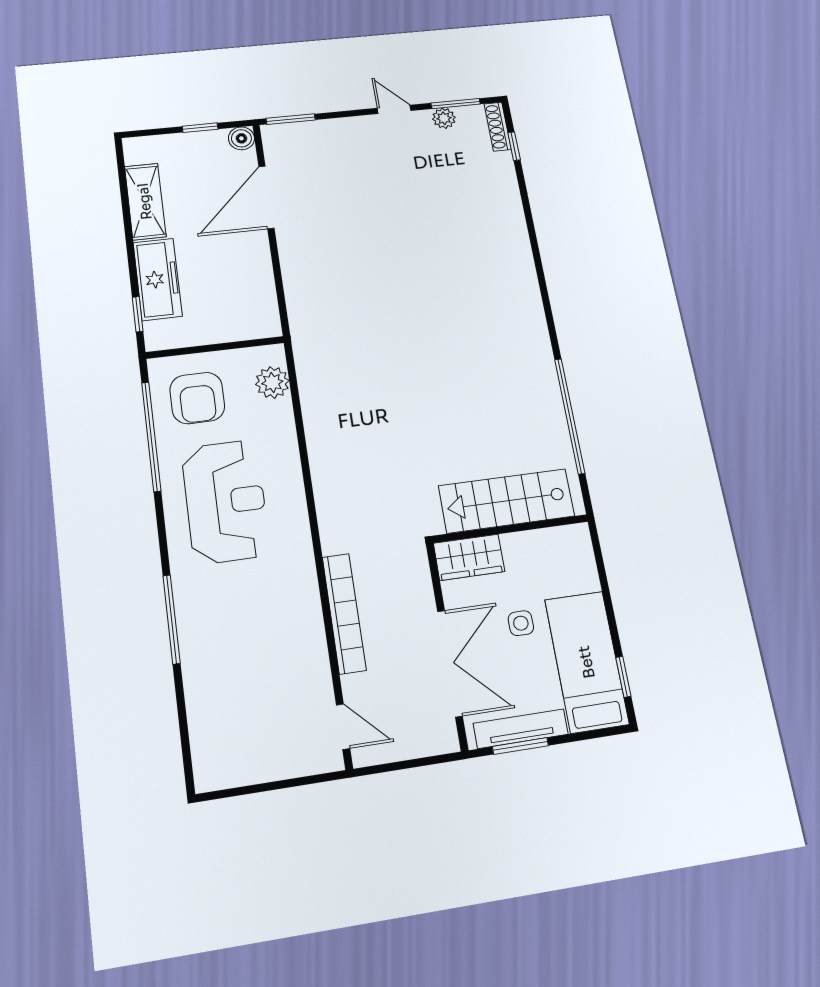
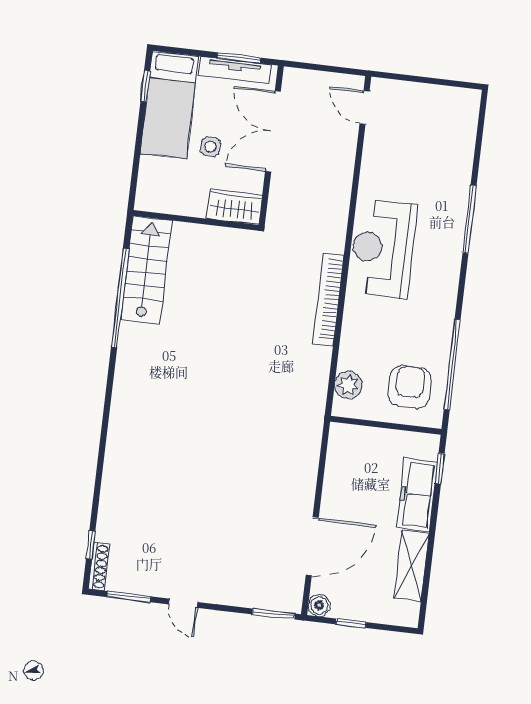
plant: (444, 118) -> (143, 585), removed
reception desk: (226, 501) -> (383, 248), moved
stairs: (507, 501) -> (146, 270), moved, turned -90
bookcase: (344, 613) -> (328, 299), moved

